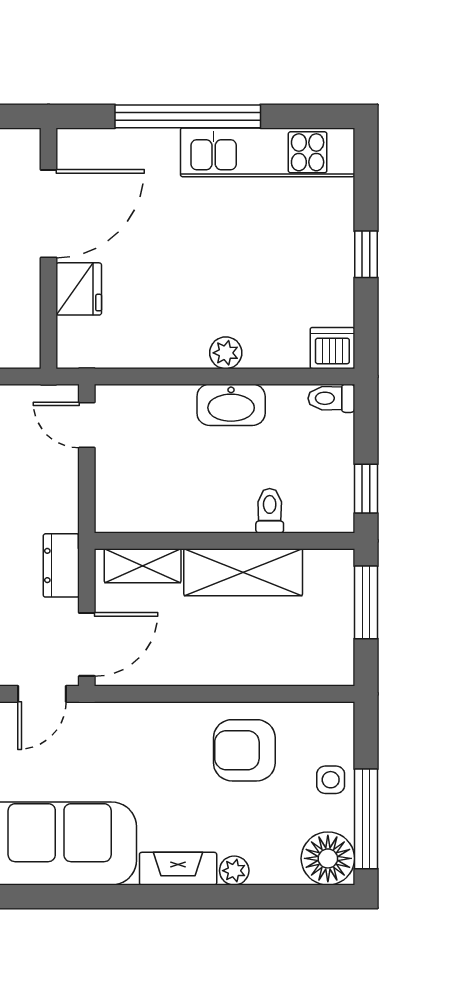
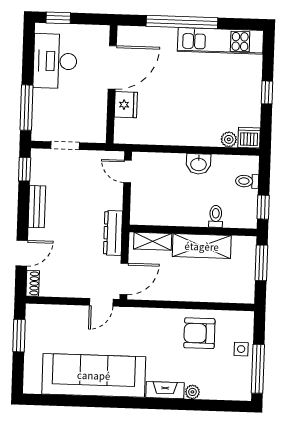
plant: (226, 353) -> (229, 139), moved
toilet: (331, 398) -> (247, 181), moved
washbasin: (231, 405) -> (198, 164), width x0.72
dresser: (61, 565) -> (113, 233), width x1.44
floor lamp: (328, 858) -> (239, 388), removed

